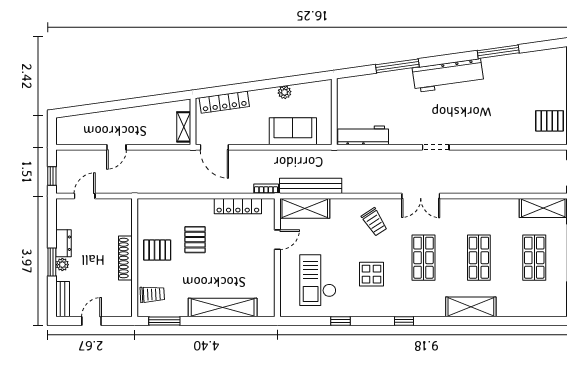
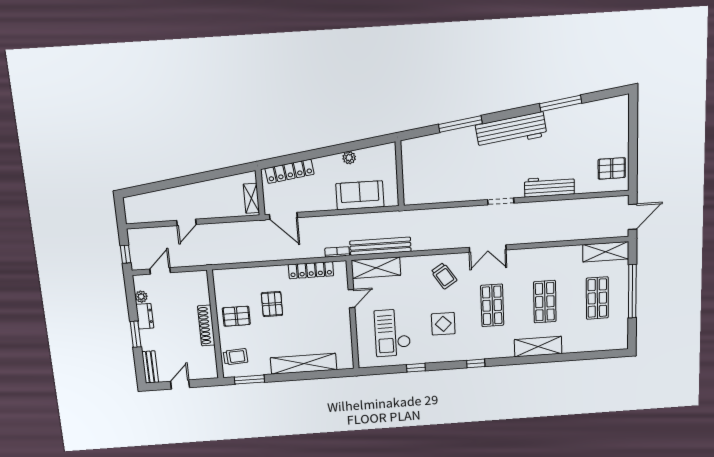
workbench: (363, 135) -> (549, 187), moved
plant: (62, 265) -> (141, 297), moved

